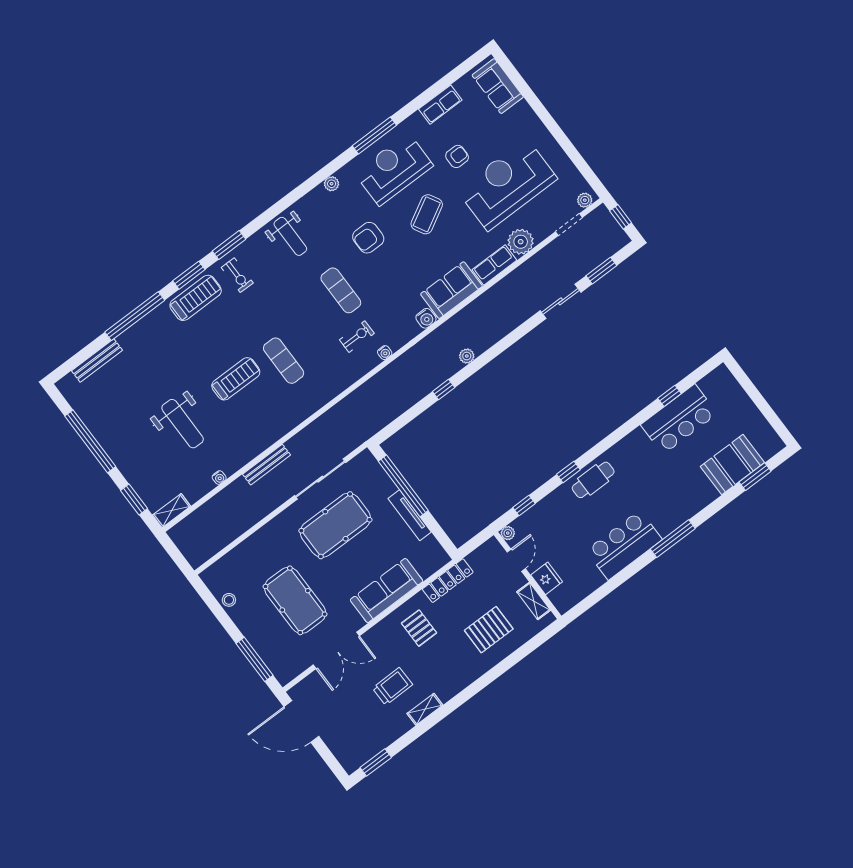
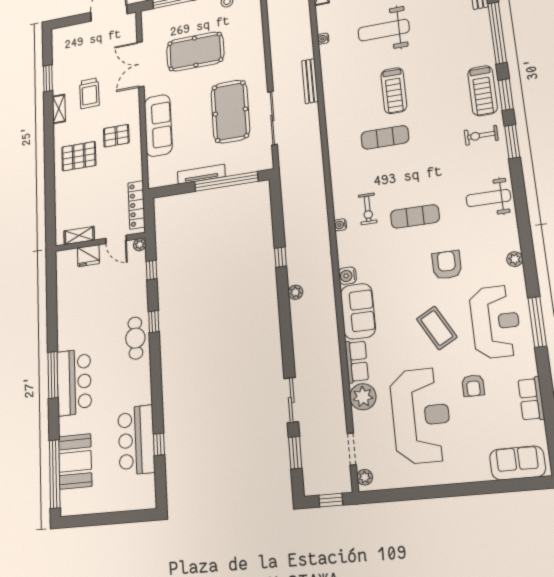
window: (755, 477) -> (55, 474), width x2.11
bar counter: (624, 545) -> (74, 382), moved
locker: (448, 581) -> (136, 205), moved
pallet: (489, 630) -> (79, 156), moved, turned 90
window: (376, 762) -> (48, 78), moved

